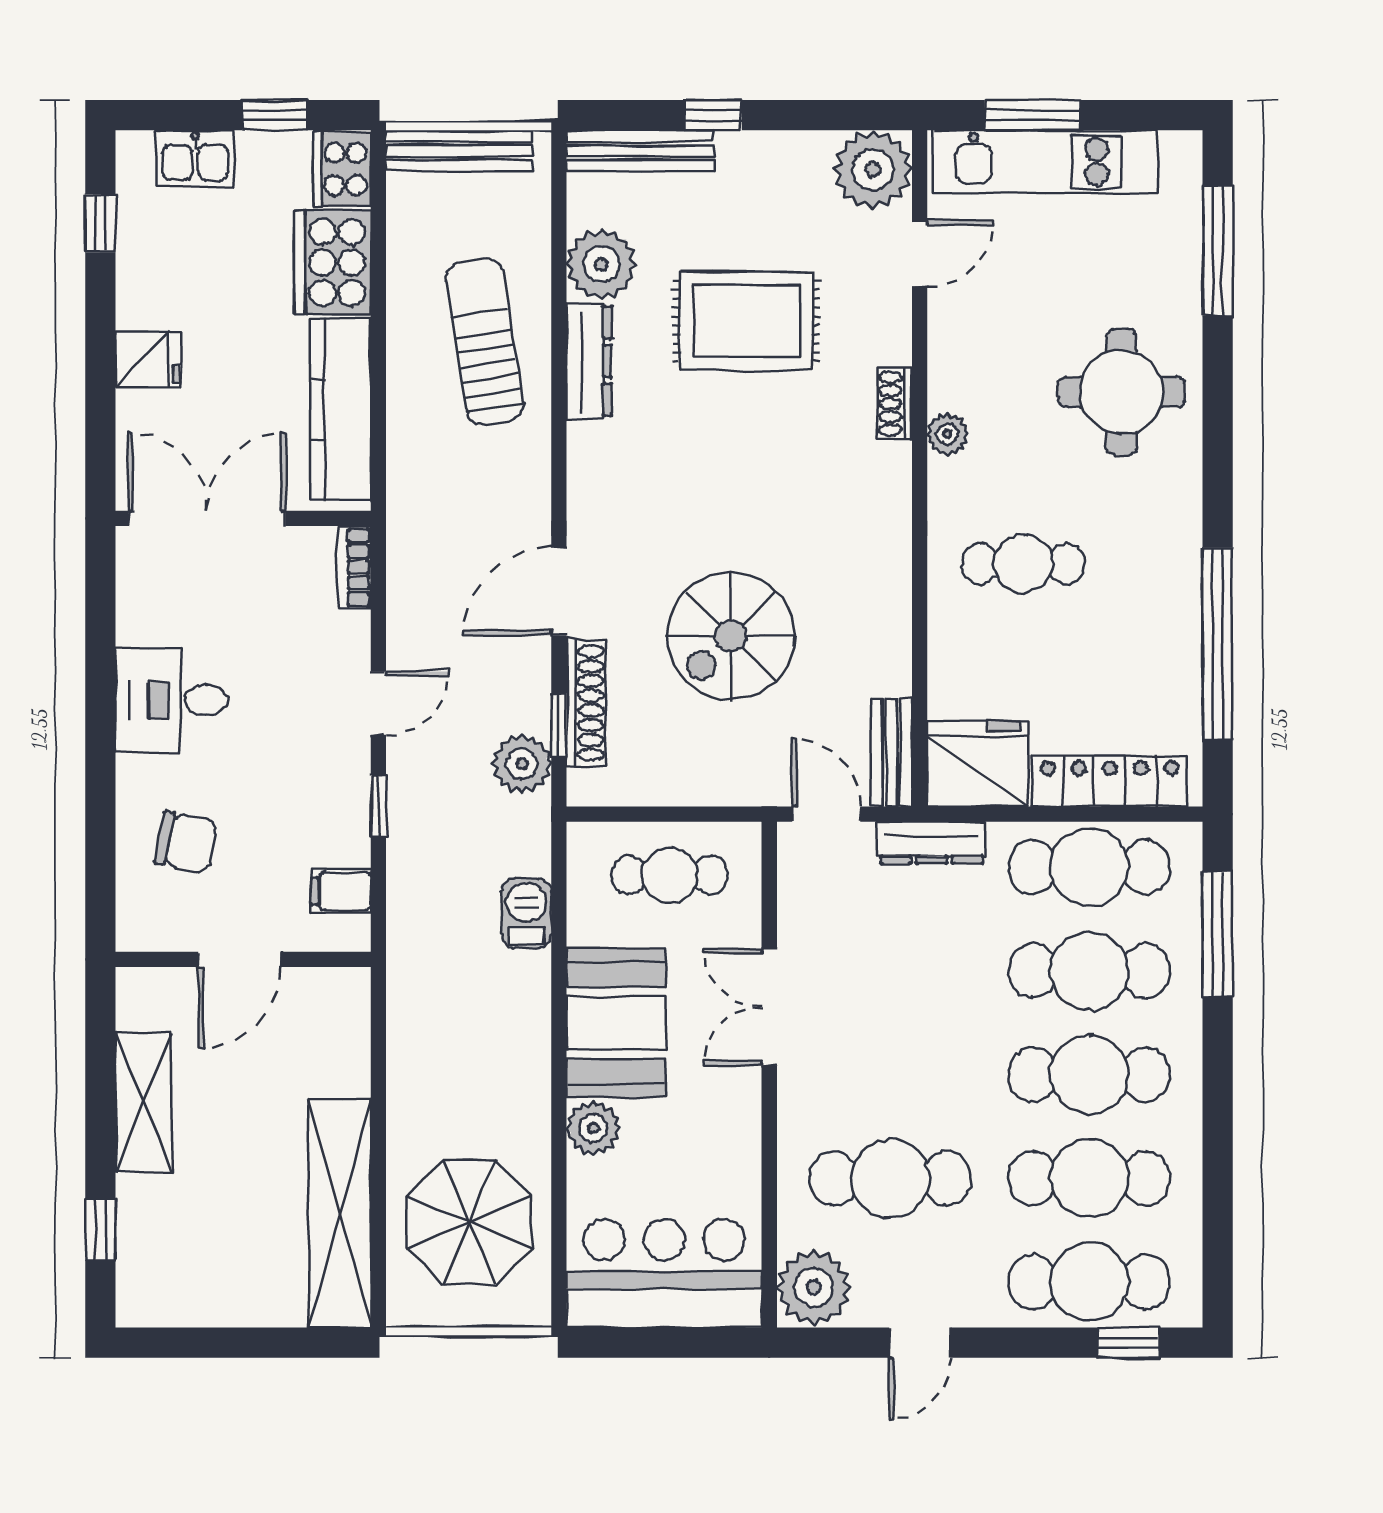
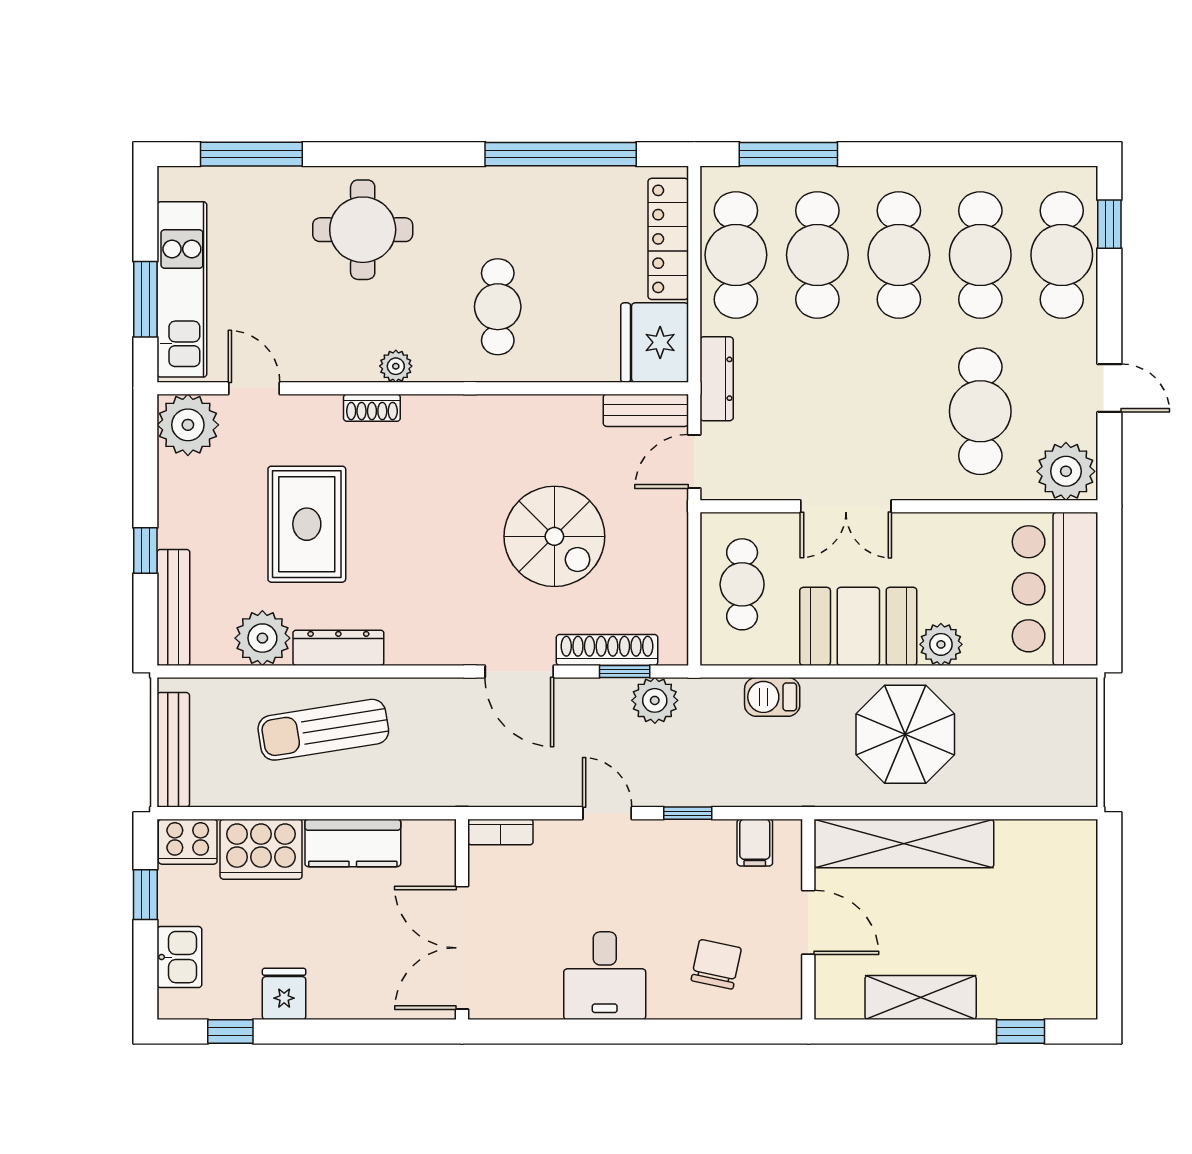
fridge: (148, 360) -> (284, 994), moved
kitchen counter: (341, 410) -> (353, 843), width x0.67
shelving: (340, 1213) -> (904, 843), moved
parasol: (469, 1222) -> (905, 734), moved

